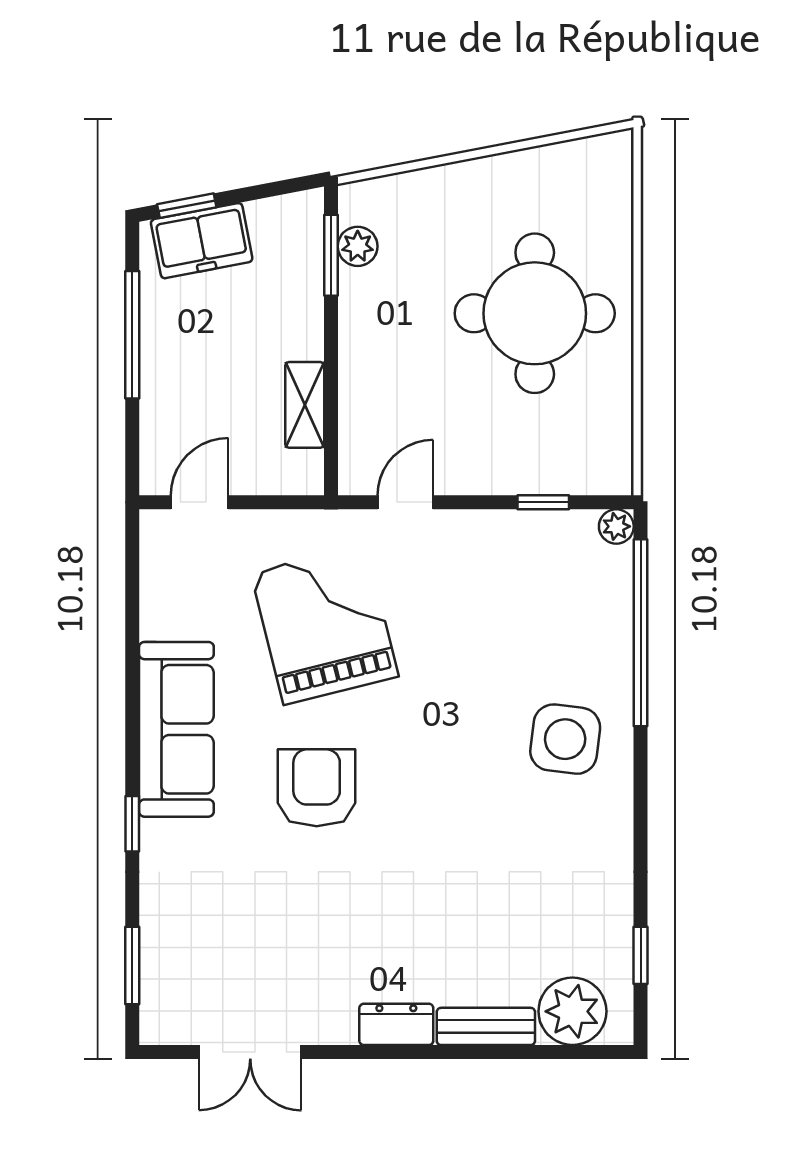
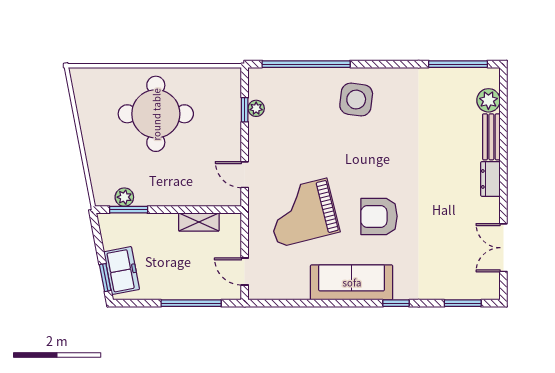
window: (132, 335) -> (191, 303), moved
plant: (616, 526) -> (256, 108), moved
window: (641, 955) -> (458, 64), width x2.17
plant: (572, 1011) -> (488, 100), width x0.73, depth x0.73
double door: (250, 1052) -> (503, 248), swing flipped

